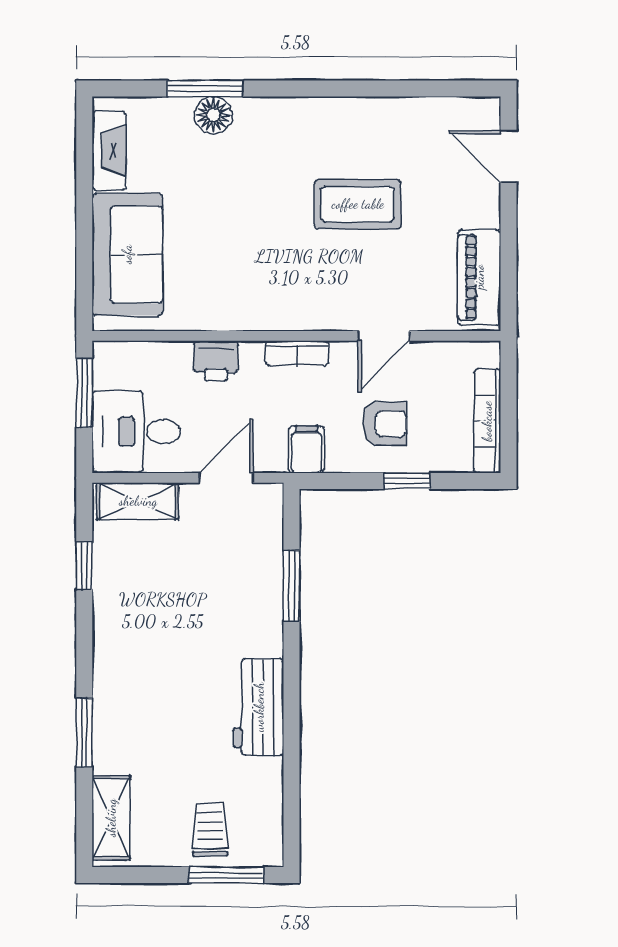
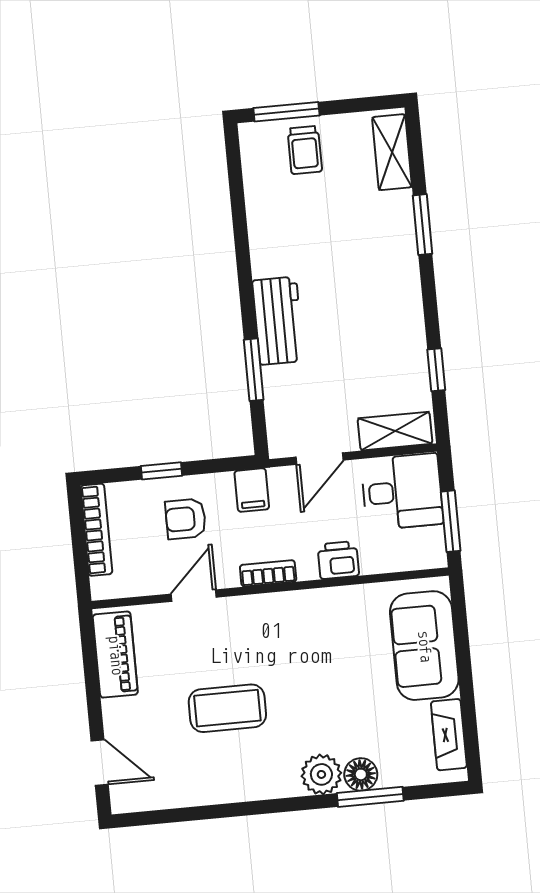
plant: (258, 119) -> (321, 774), added
workbench: (259, 707) -> (278, 321), moved

